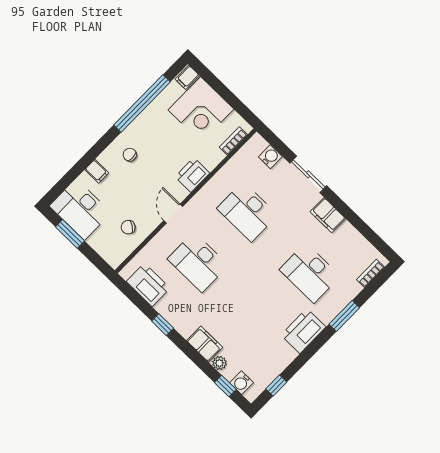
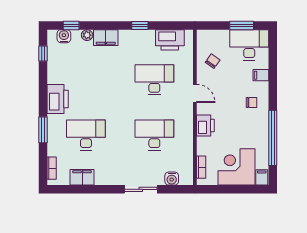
filing cabinet: (328, 215) -> (82, 177), moved

